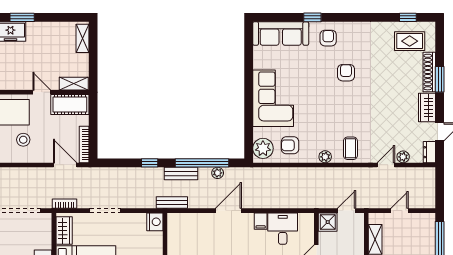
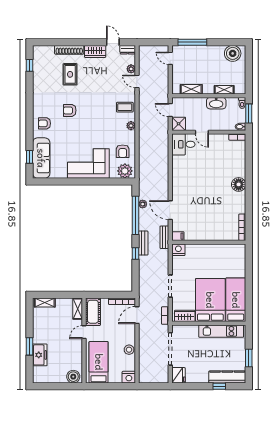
window: (312, 17) -> (29, 157), moved
rug: (410, 41) -> (70, 74), moved
window: (440, 79) -> (75, 42), removed
stool: (23, 140) -> (129, 350), moved
bench: (181, 173) -> (143, 243), moved
door: (228, 211) -> (170, 210), moved
door: (399, 211) -> (170, 58), moved
filing cabinet: (261, 221) -> (178, 236), moved
desk: (283, 229) -> (183, 144), moved

